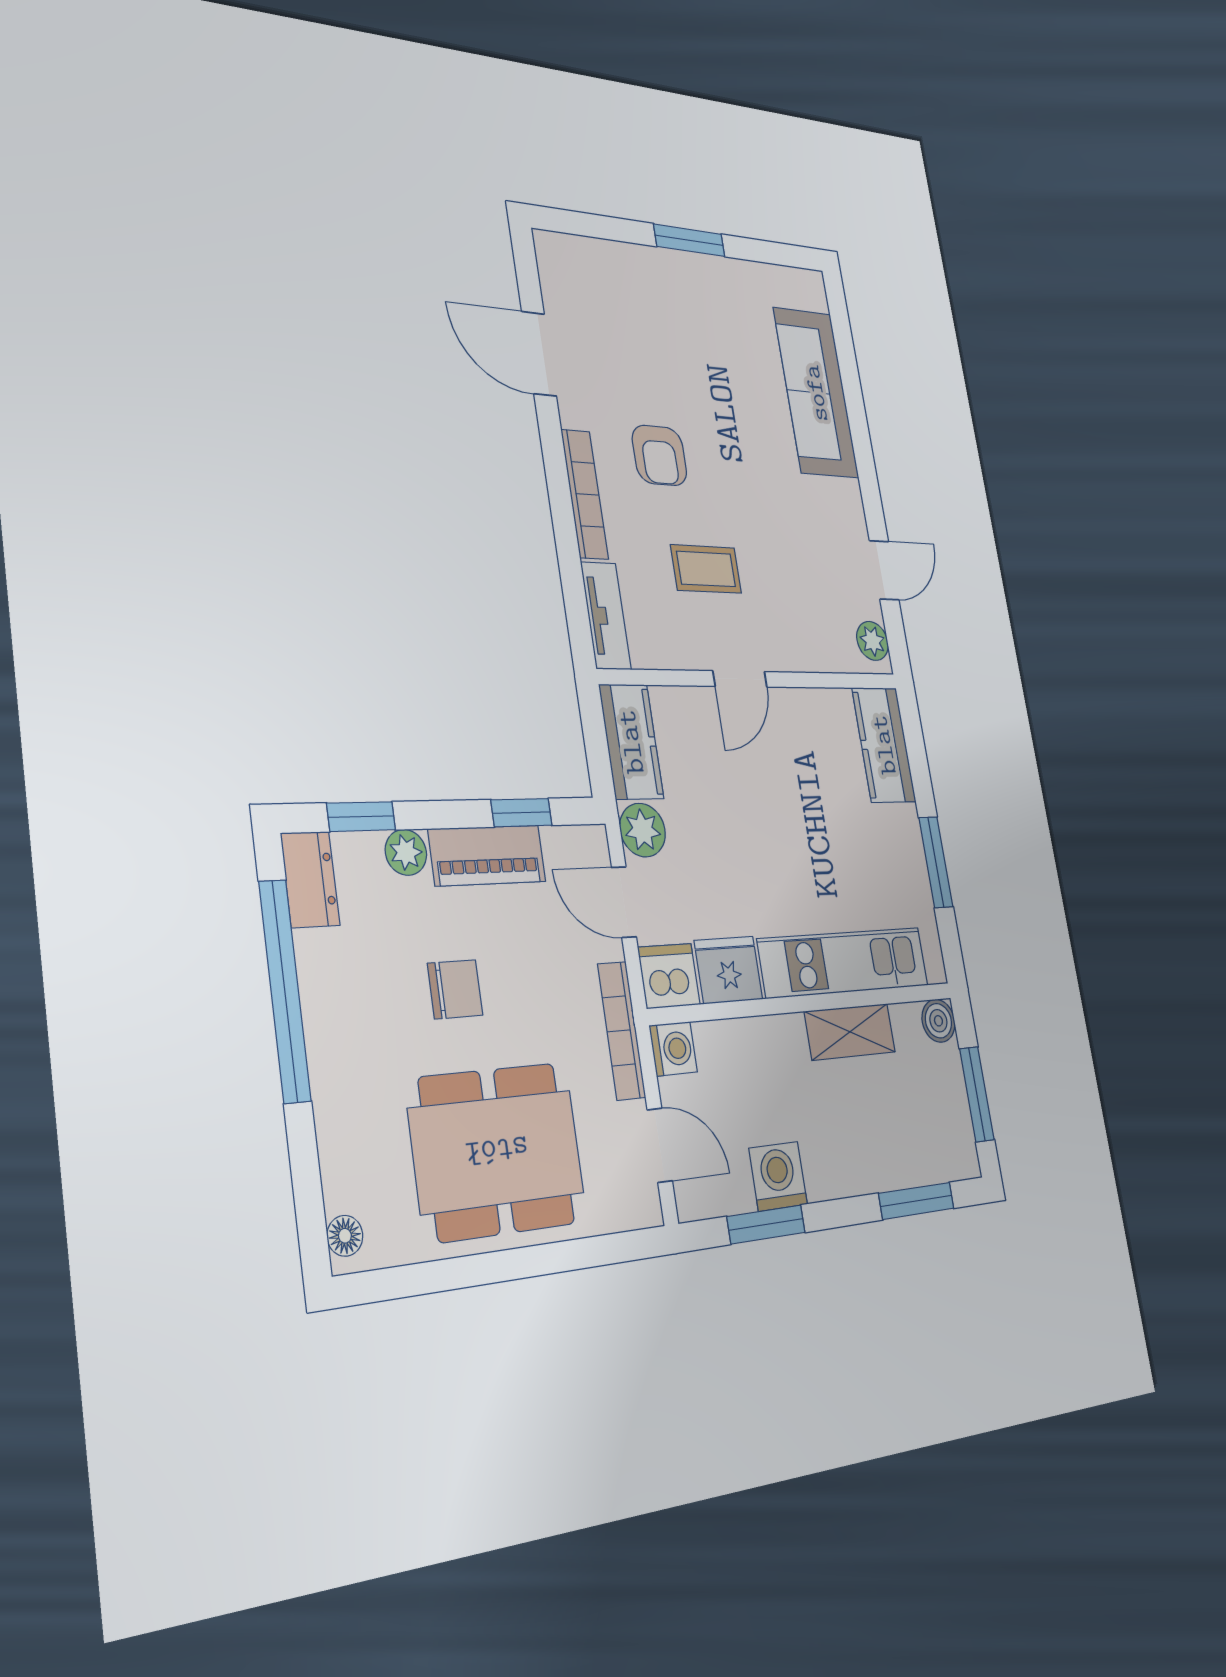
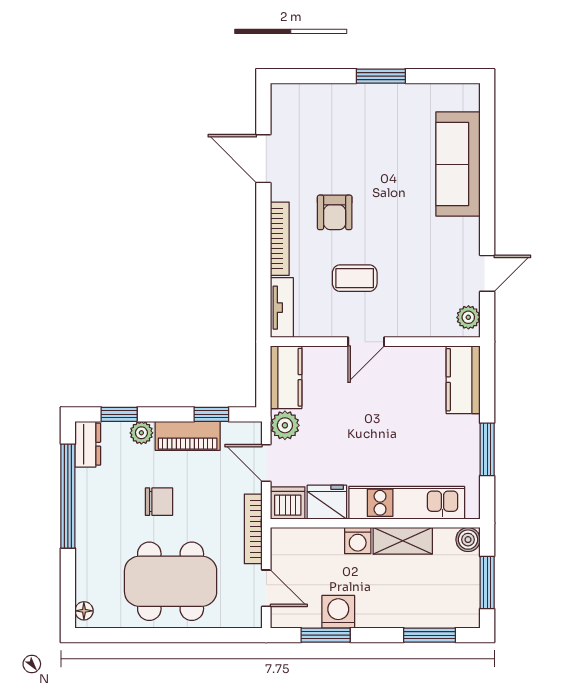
washing machine: (673, 1049) -> (358, 541), moved, turned 90

